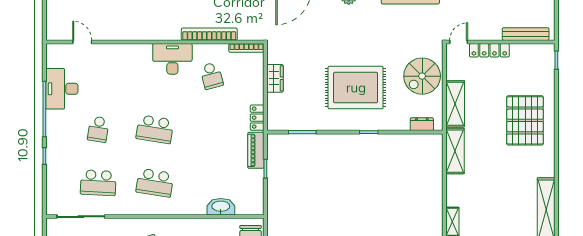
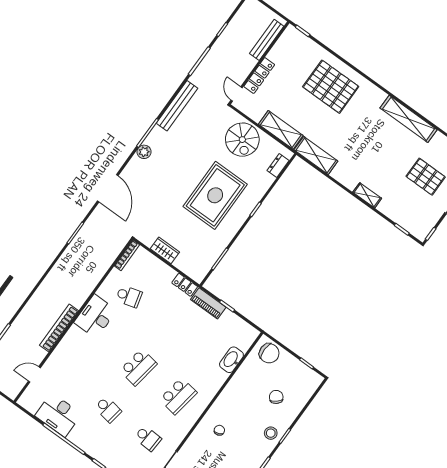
bookcase: (209, 34) -> (59, 328), moved
school desk: (98, 183) -> (148, 438), width x0.54

